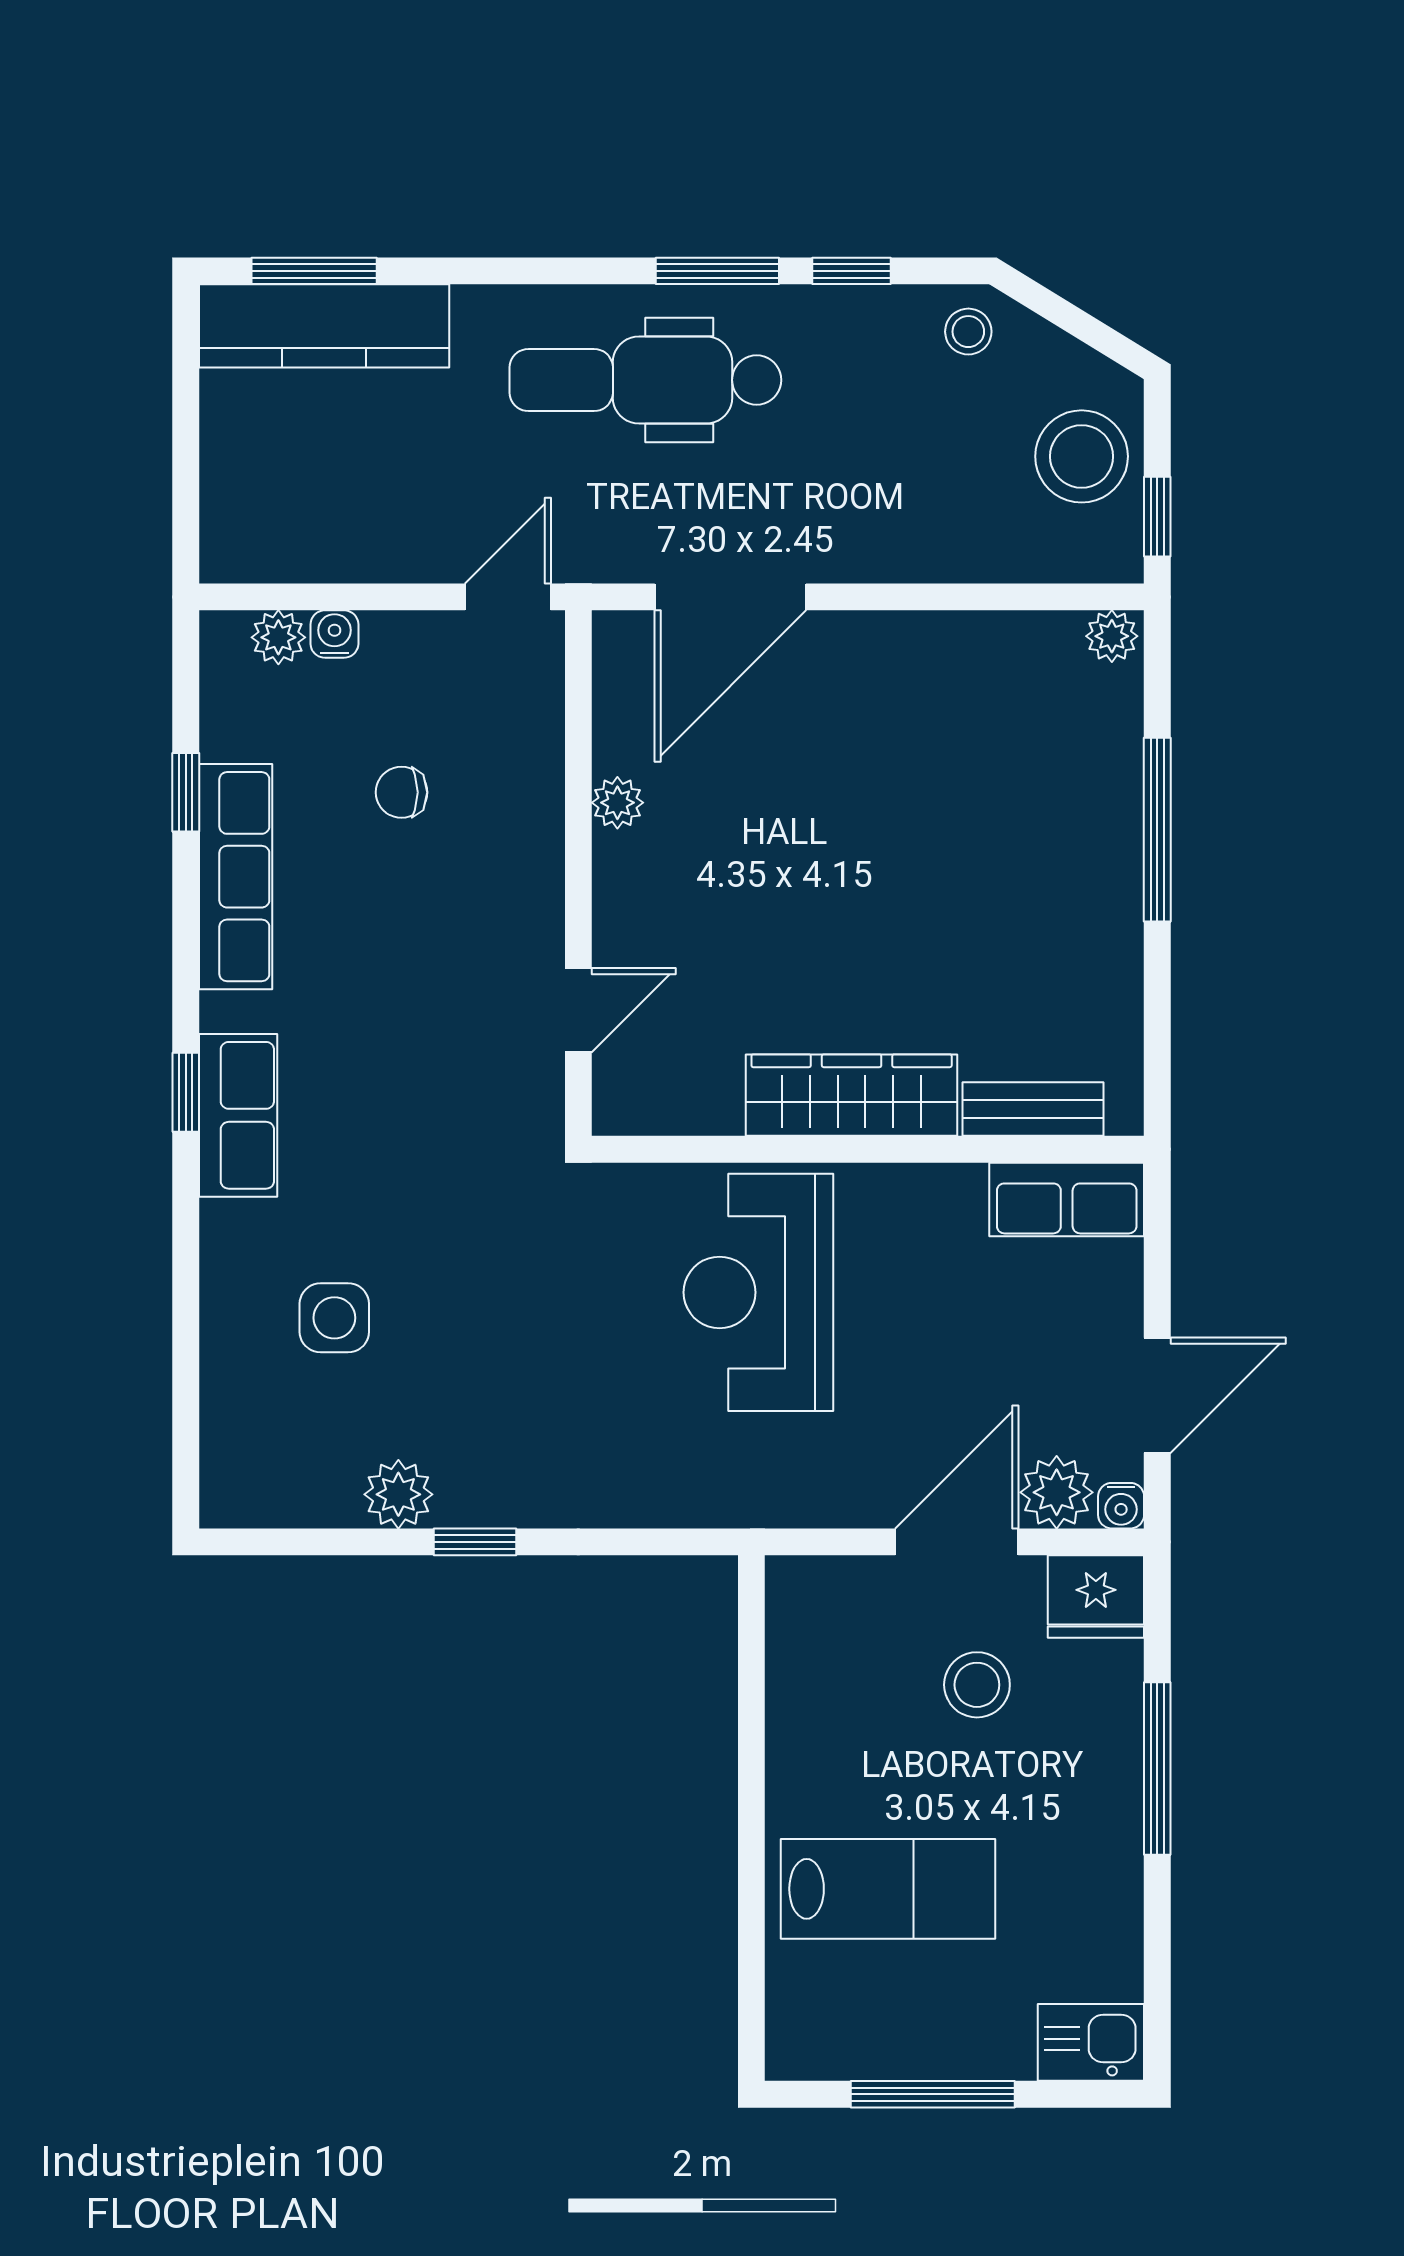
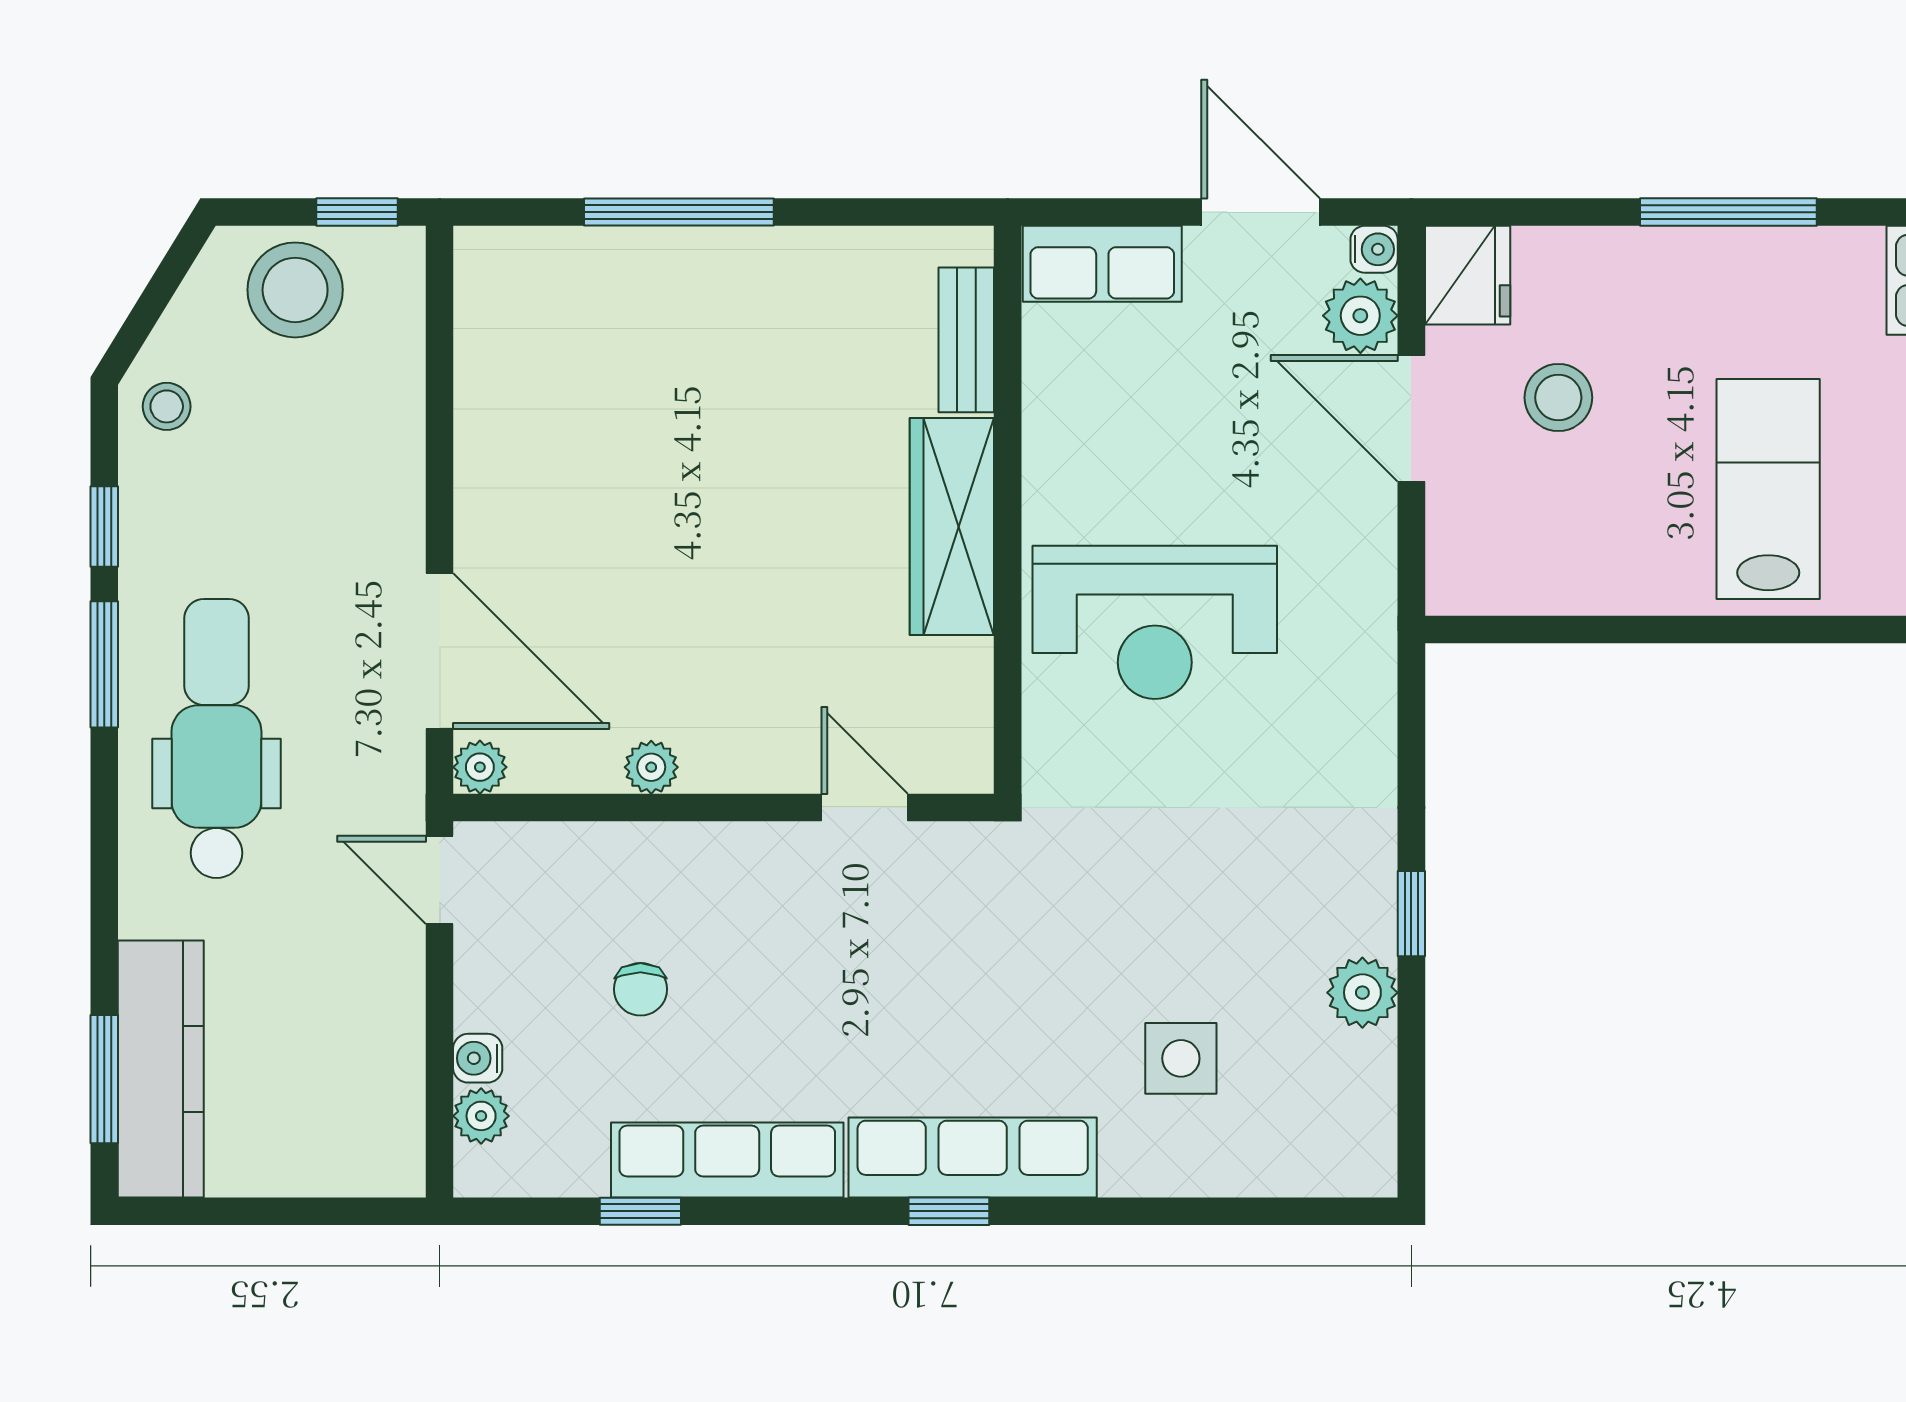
dental chair: (645, 380) -> (216, 739), turned 180
plant: (1112, 636) -> (480, 767), moved
row of seats: (238, 1115) -> (973, 1157), width x1.48
row of seats: (1067, 1200) -> (1102, 264), moved, turned 90
window: (1157, 1768) -> (1728, 212), moved

